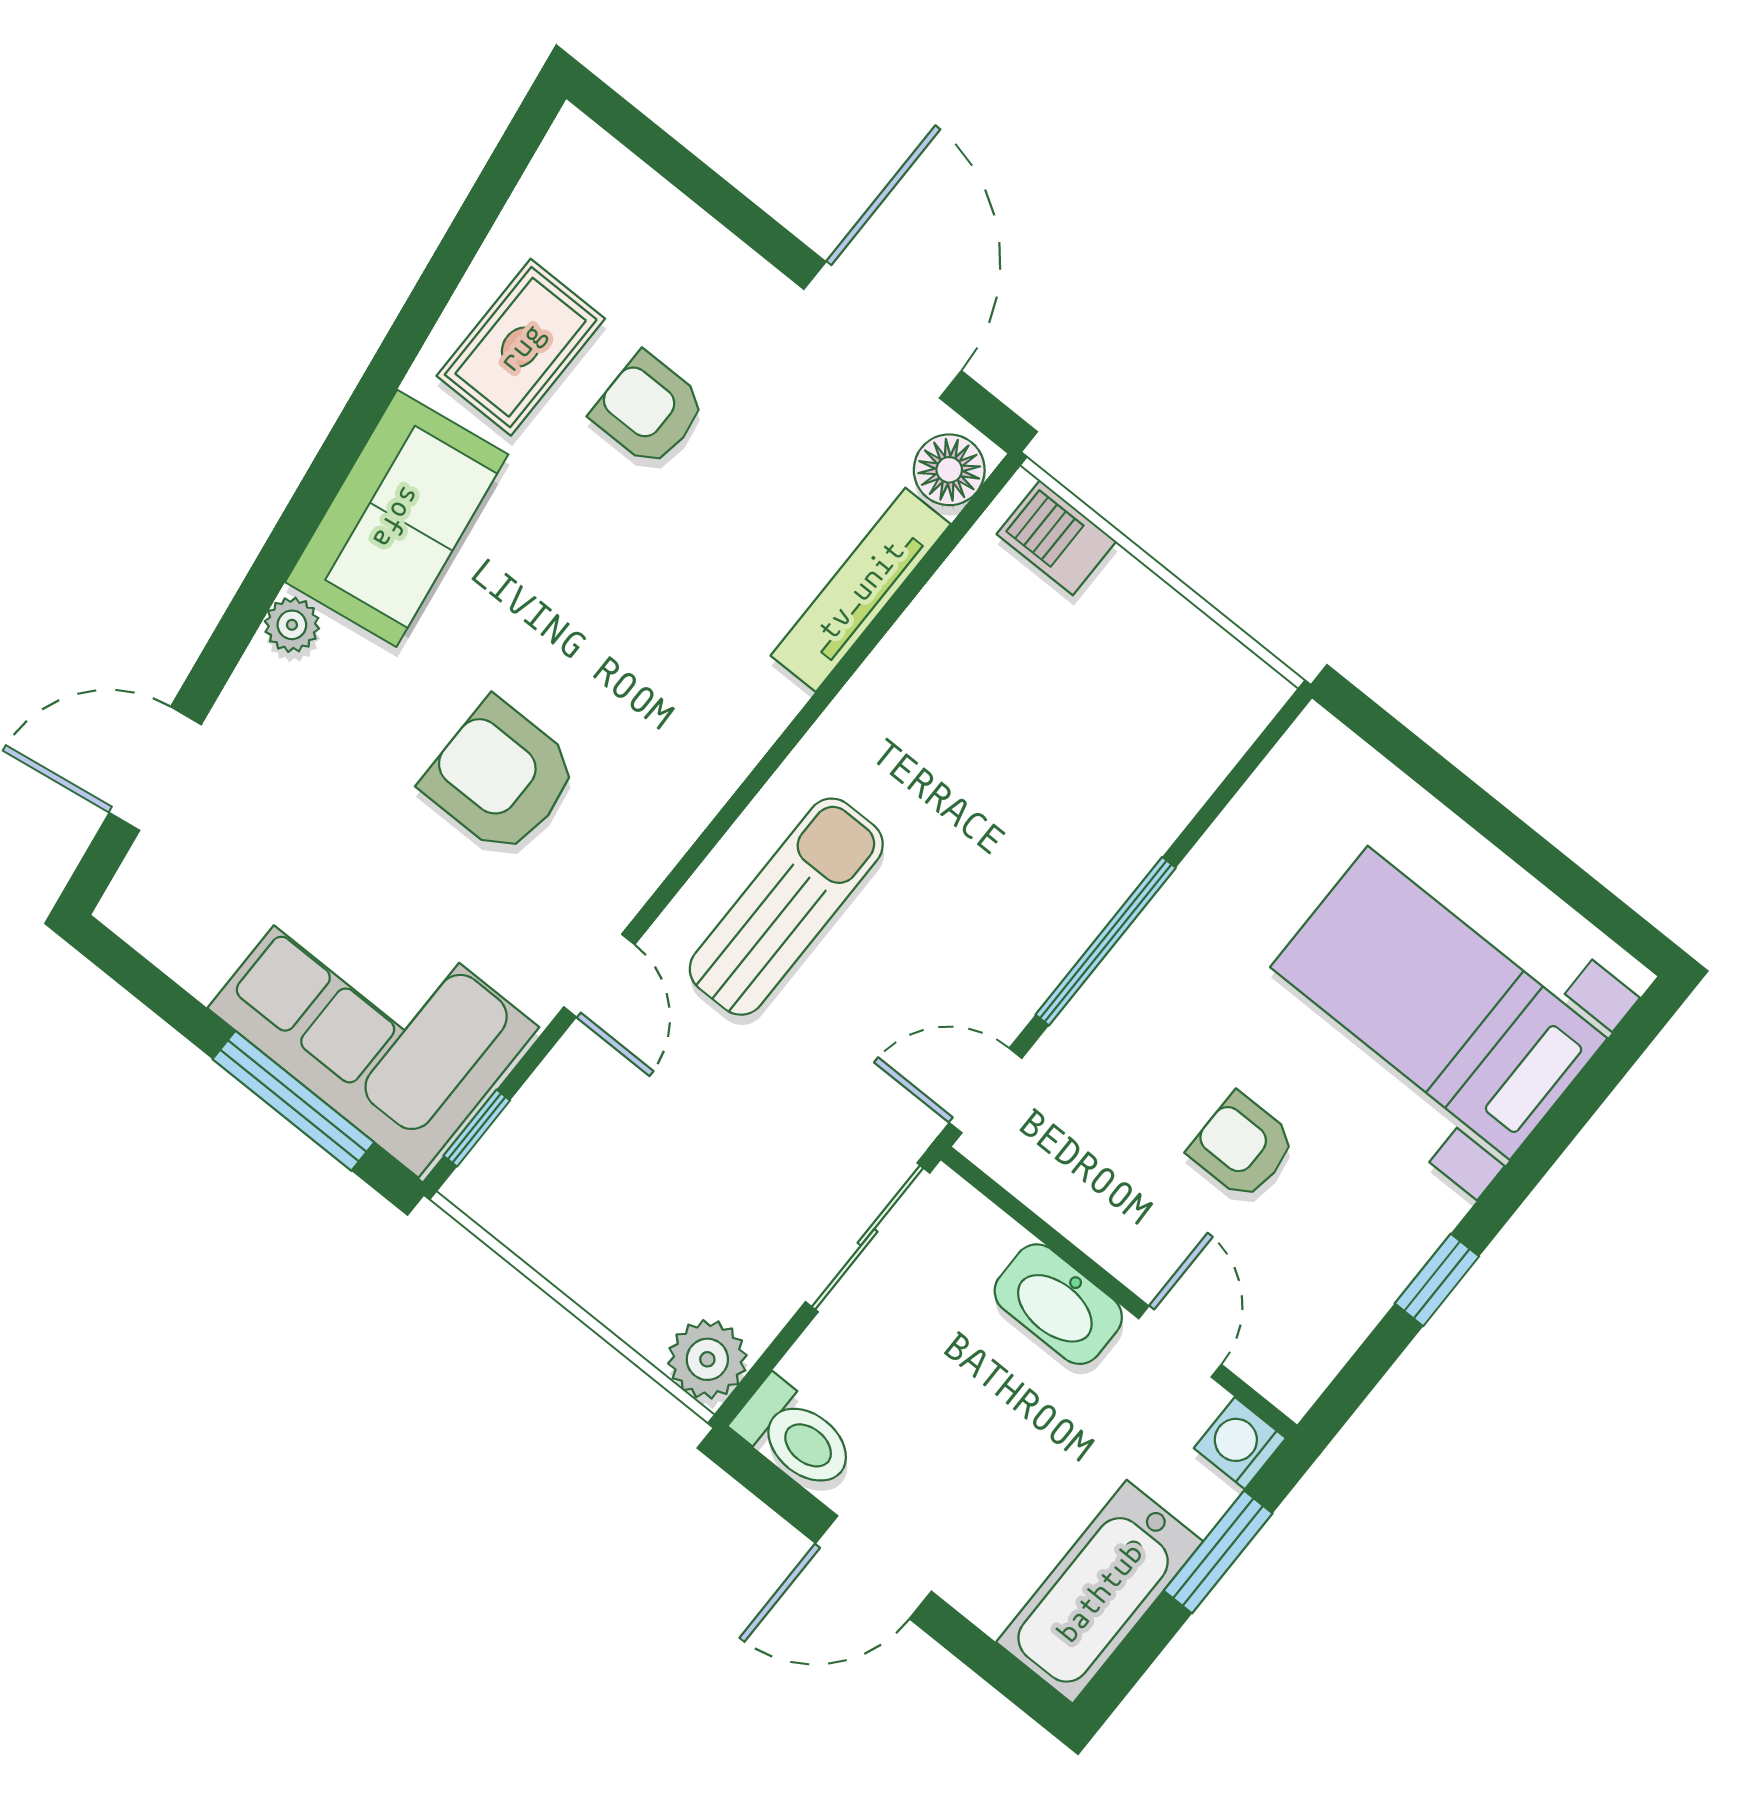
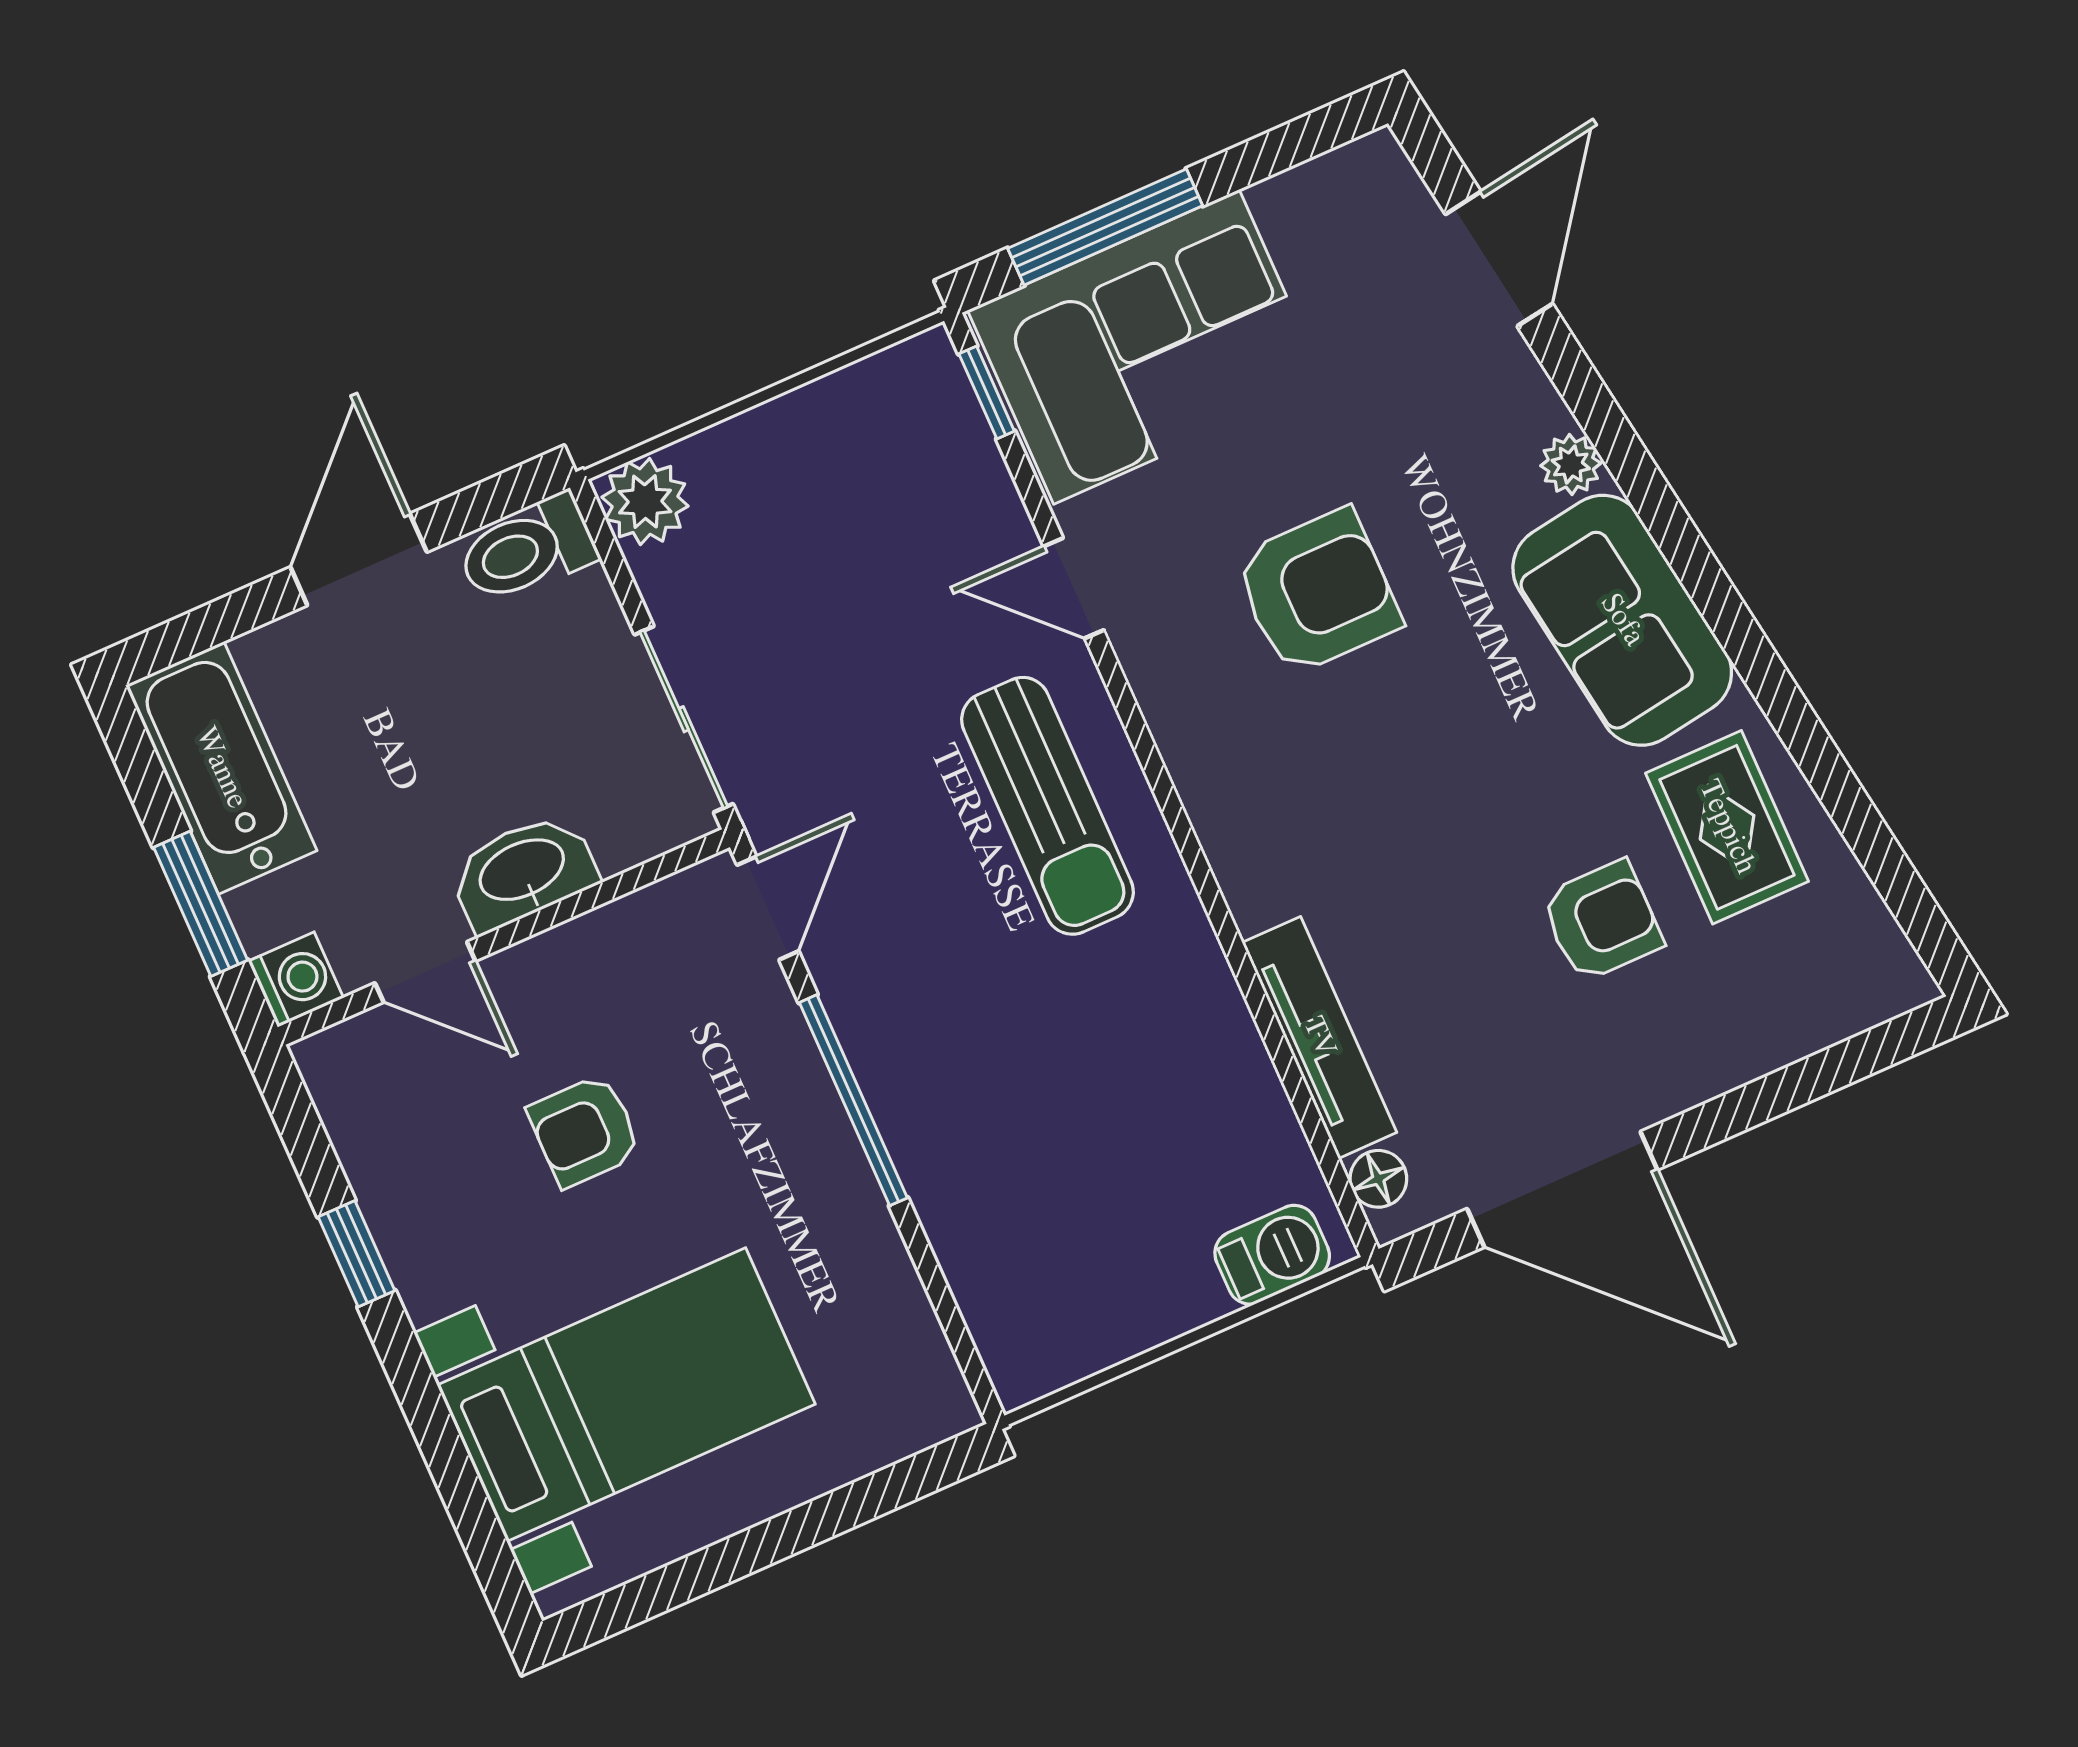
floor lamp: (949, 470) -> (1378, 1179), width x0.73, depth x0.73
armchair: (1242, 1146) -> (585, 1131), turned 180

